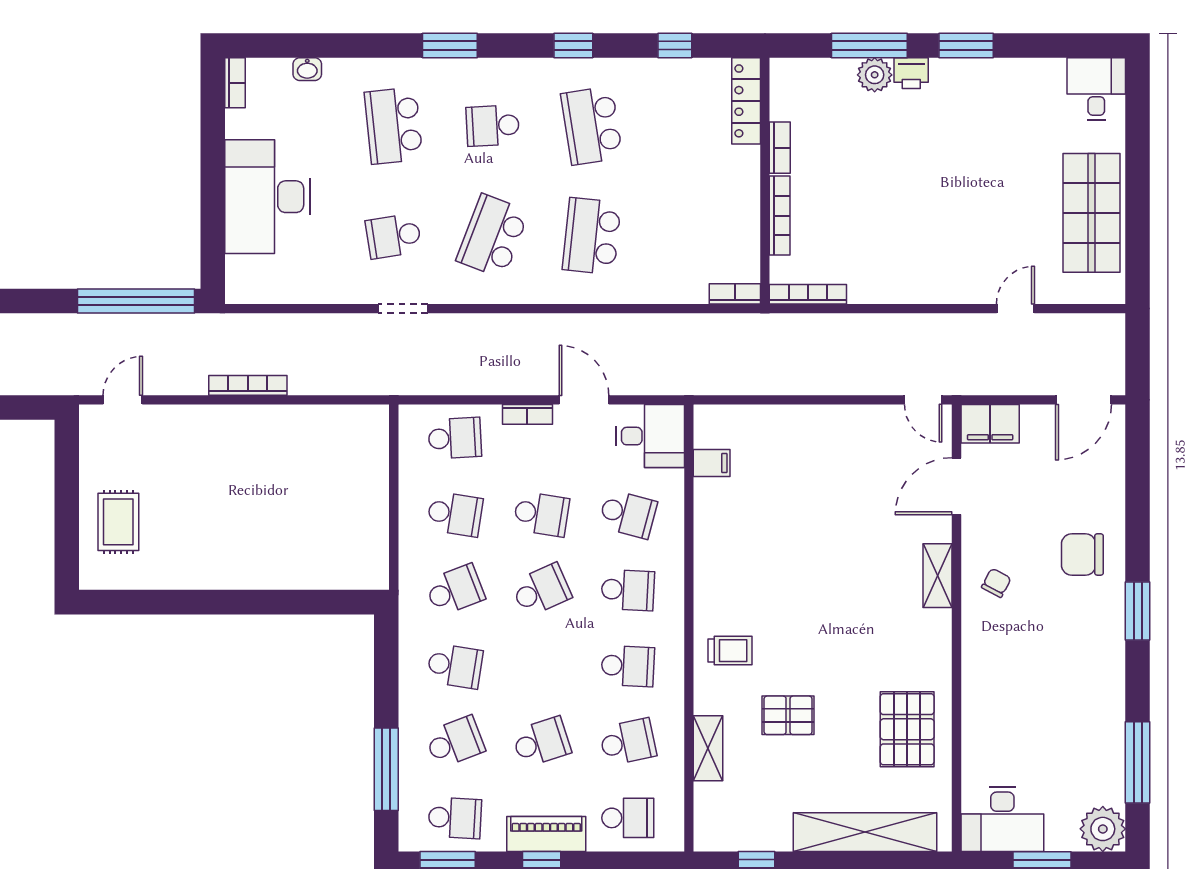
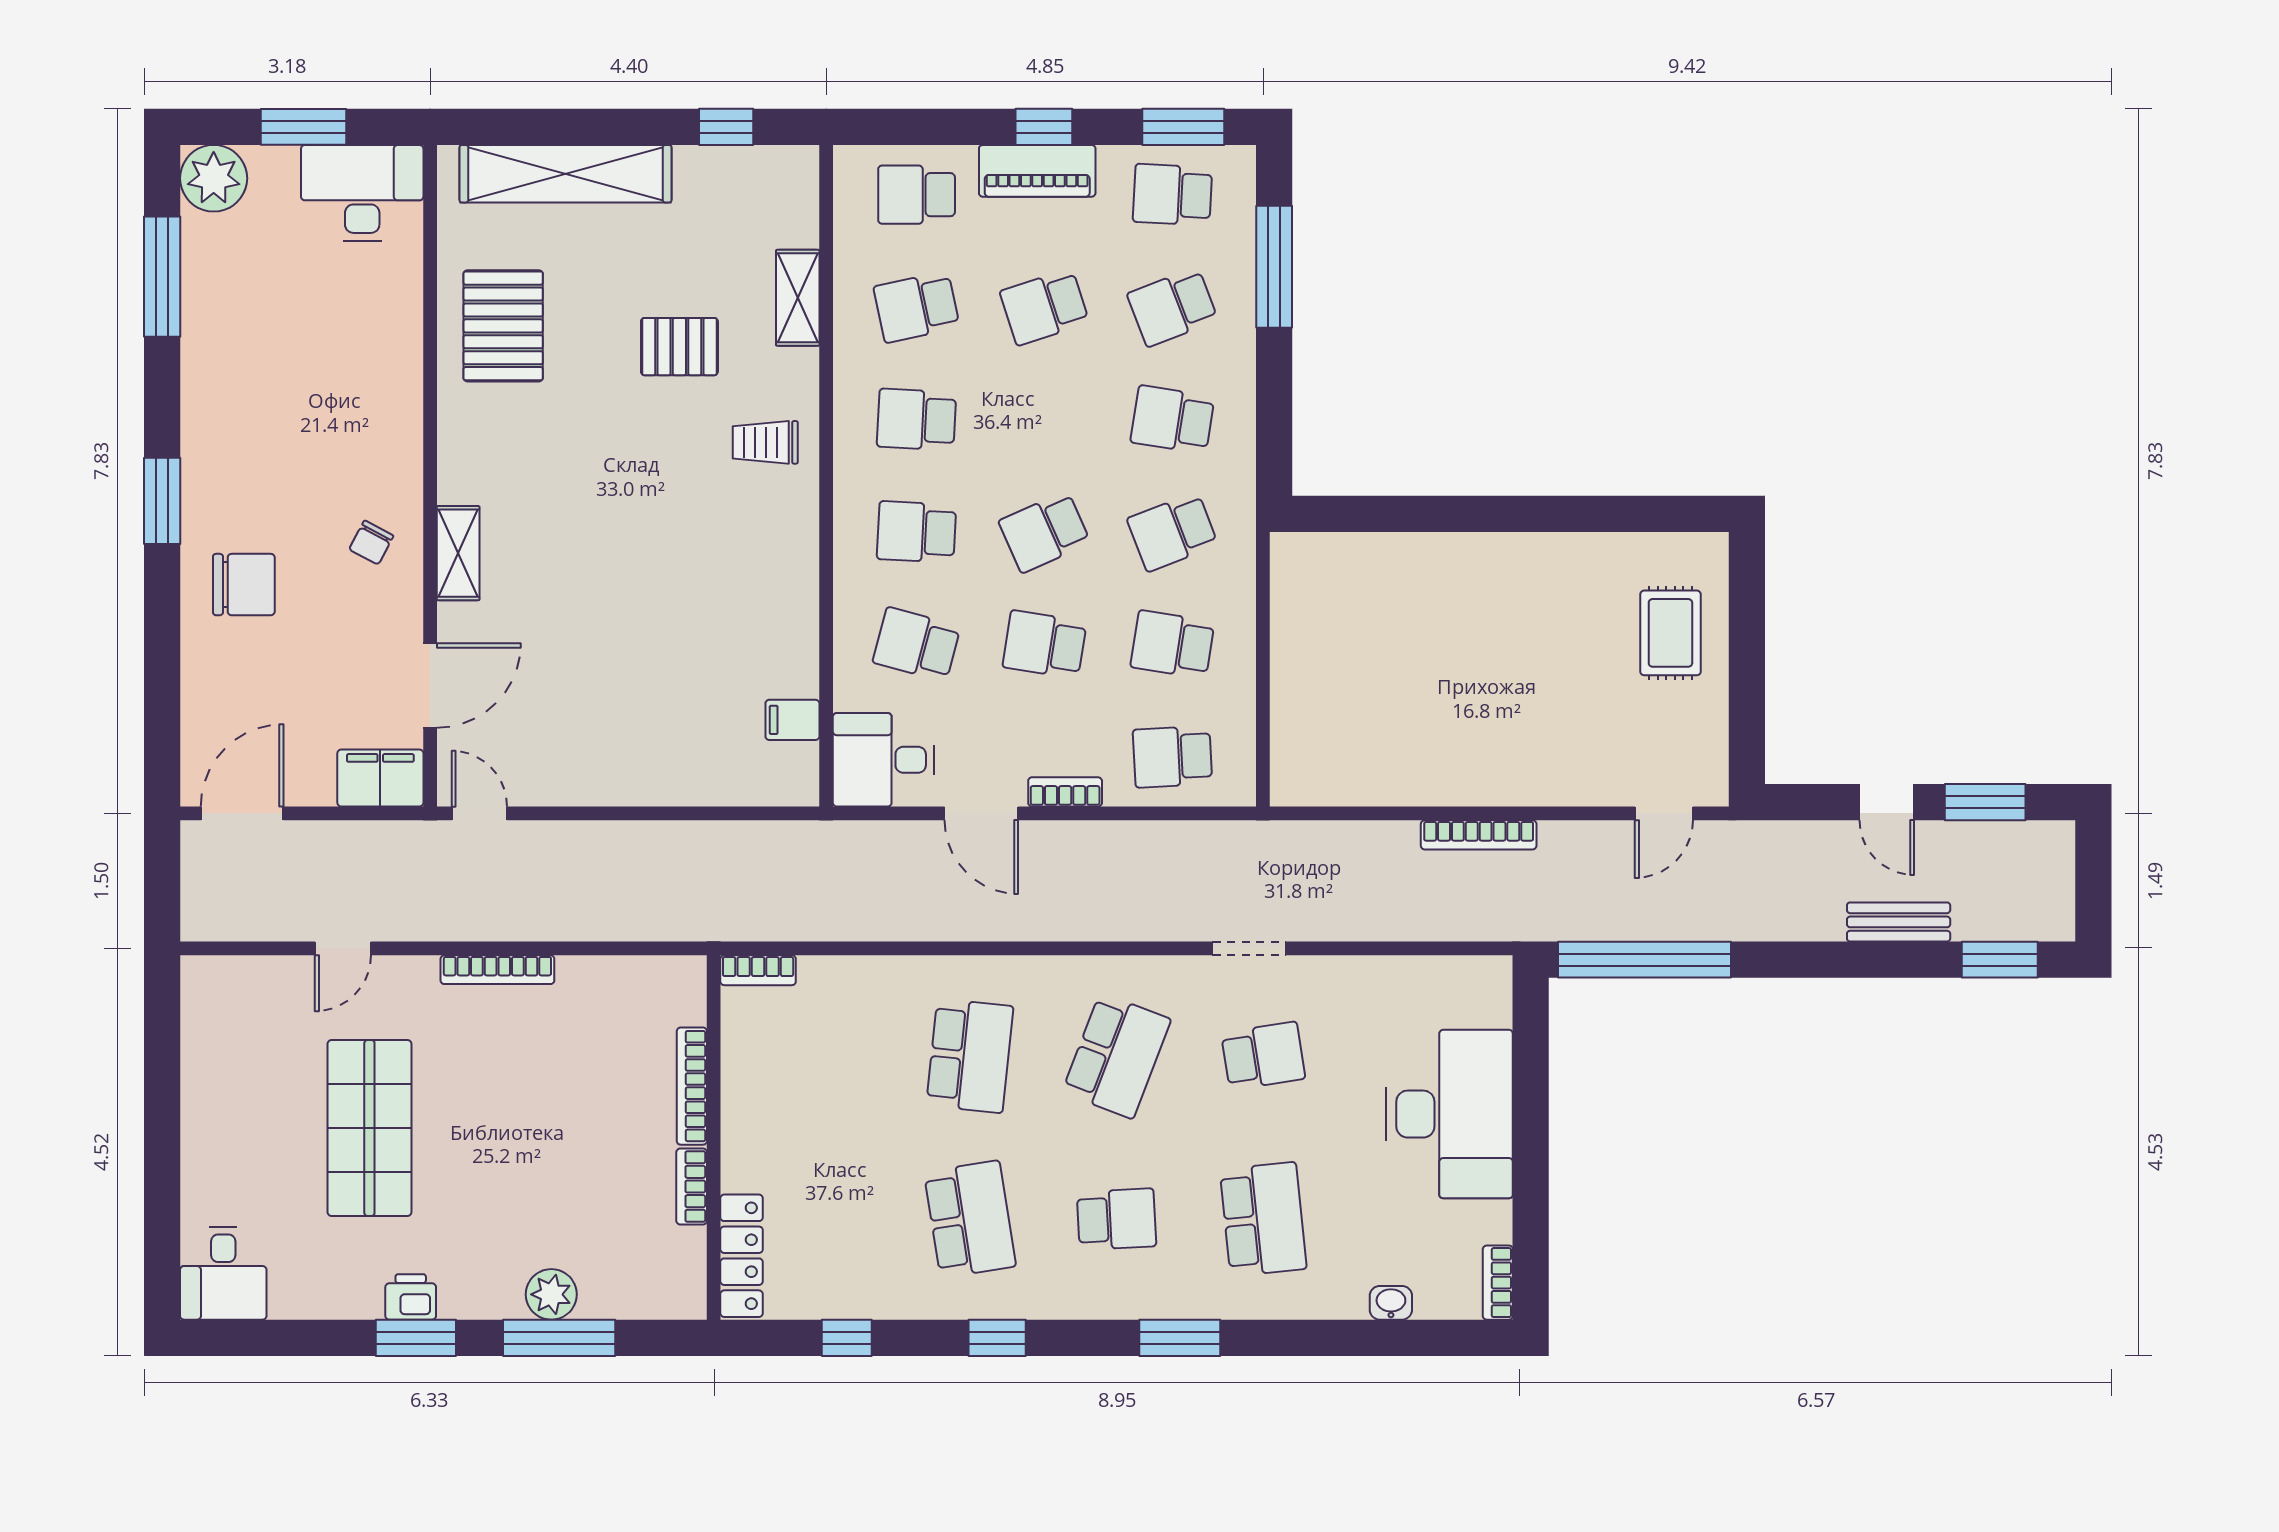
printer: (911, 73) -> (411, 1297), moved
shop shelf: (1092, 213) -> (369, 1128), moved
bookcase: (808, 294) -> (497, 970), moved

